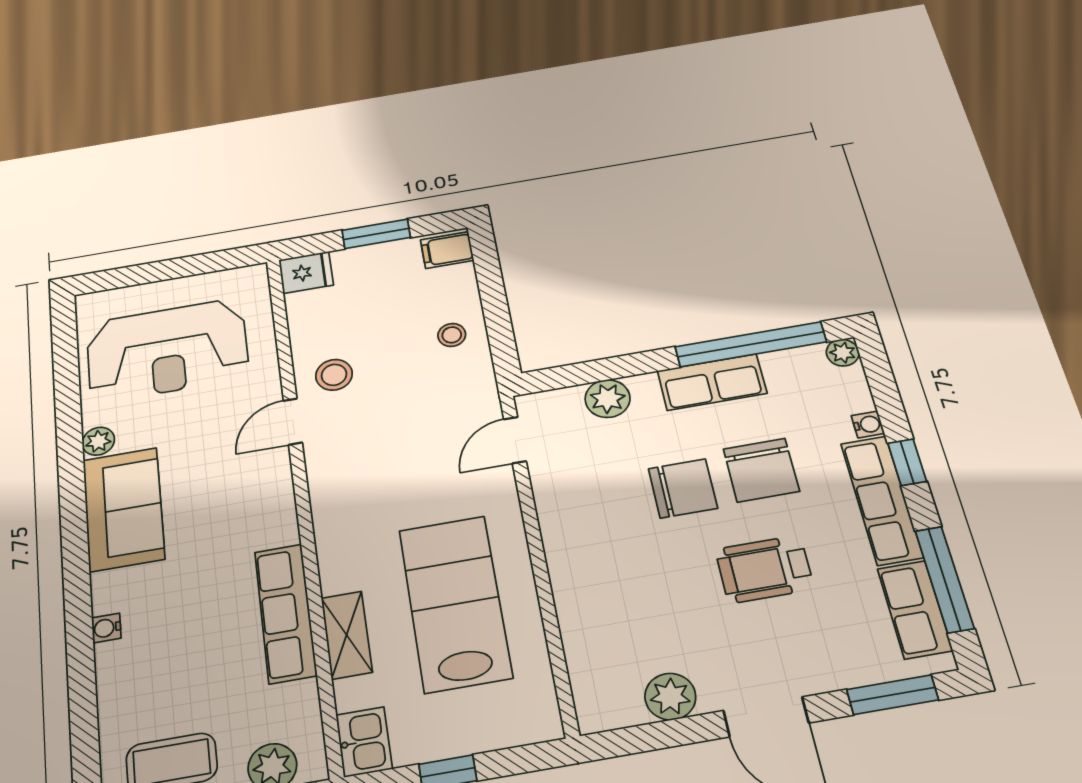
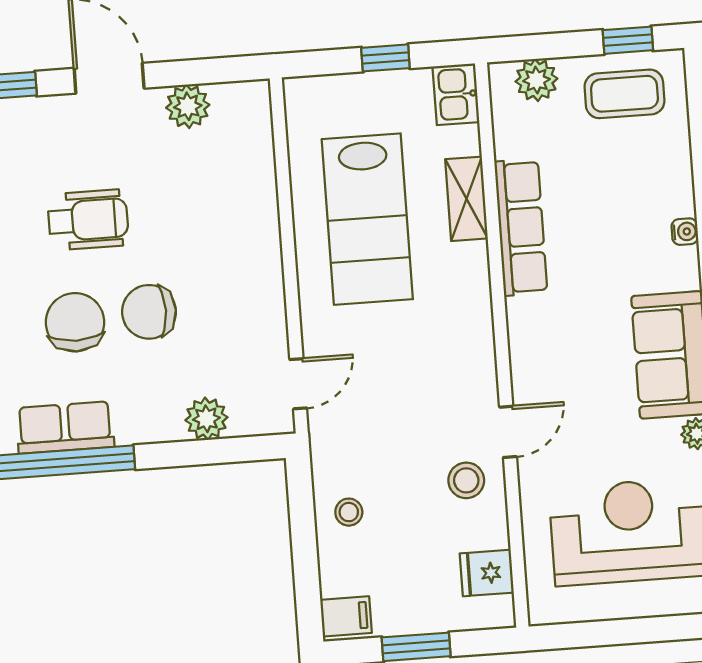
fridge: (306, 272) -> (487, 573), moved
row of seats: (712, 382) -> (65, 427), moved

